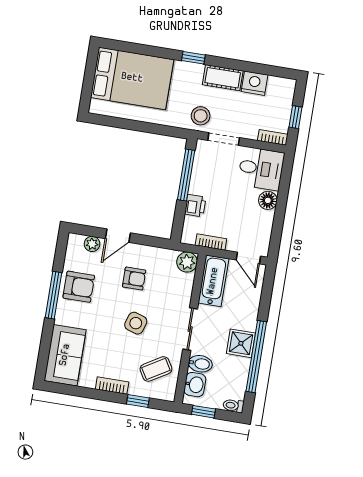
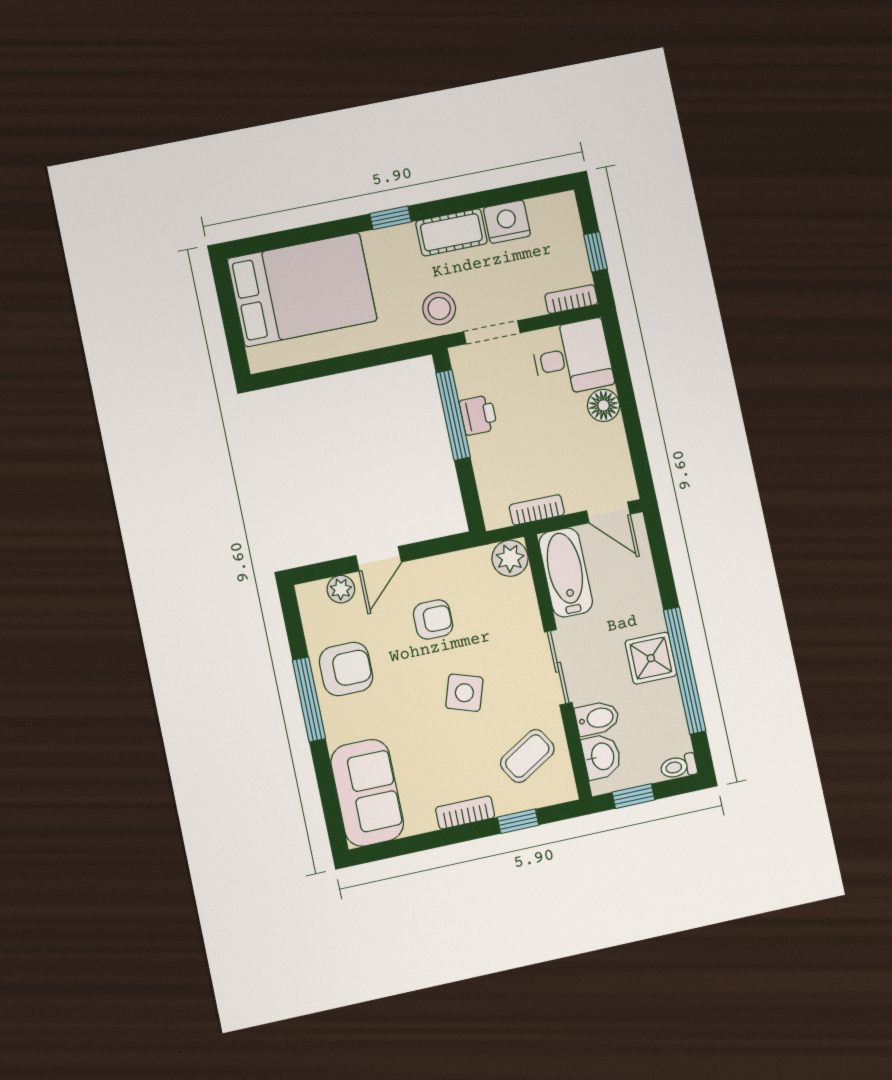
printer: (195, 206) -> (478, 415), moved

